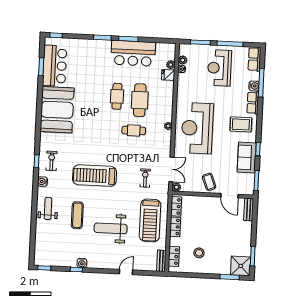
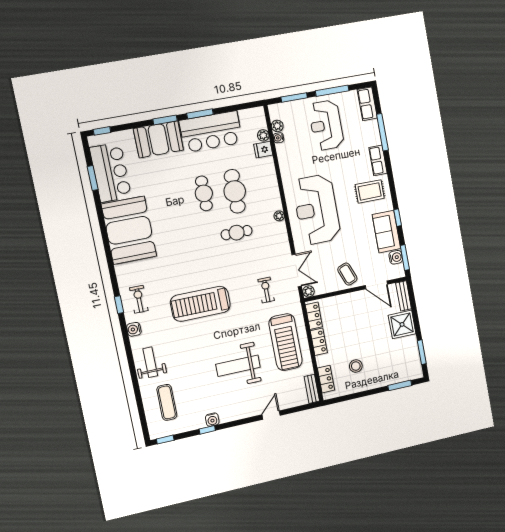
booth: (94, 50) -> (158, 139), added
water cooler: (254, 86) -> (396, 257), moved
exercise mat: (77, 215) -> (167, 402), moved
shower: (241, 266) -> (402, 324), moved

